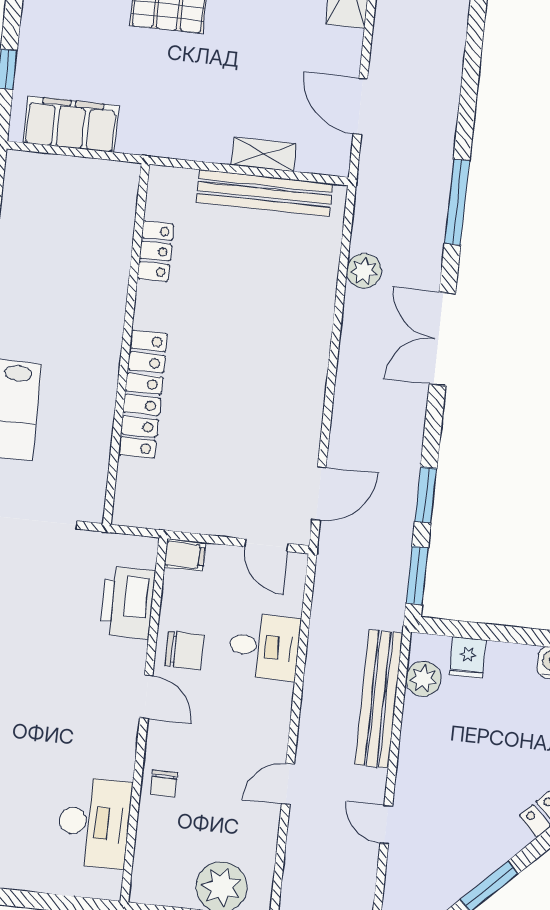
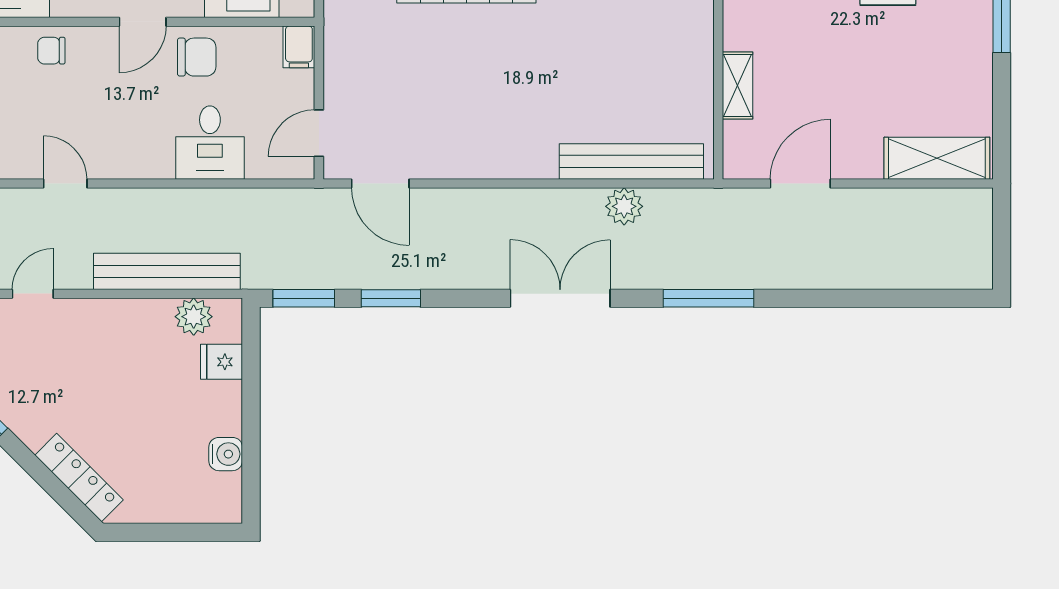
bench: (264, 193) -> (631, 161), moved, turned 90
chair: (184, 650) -> (197, 57), turned -90

